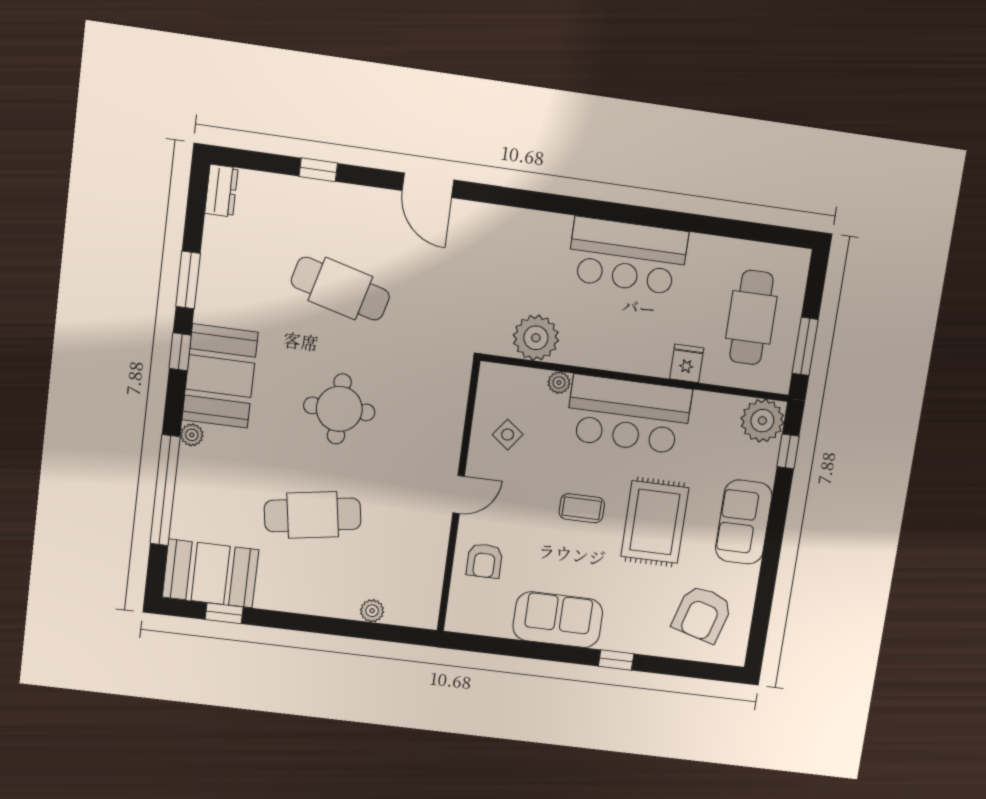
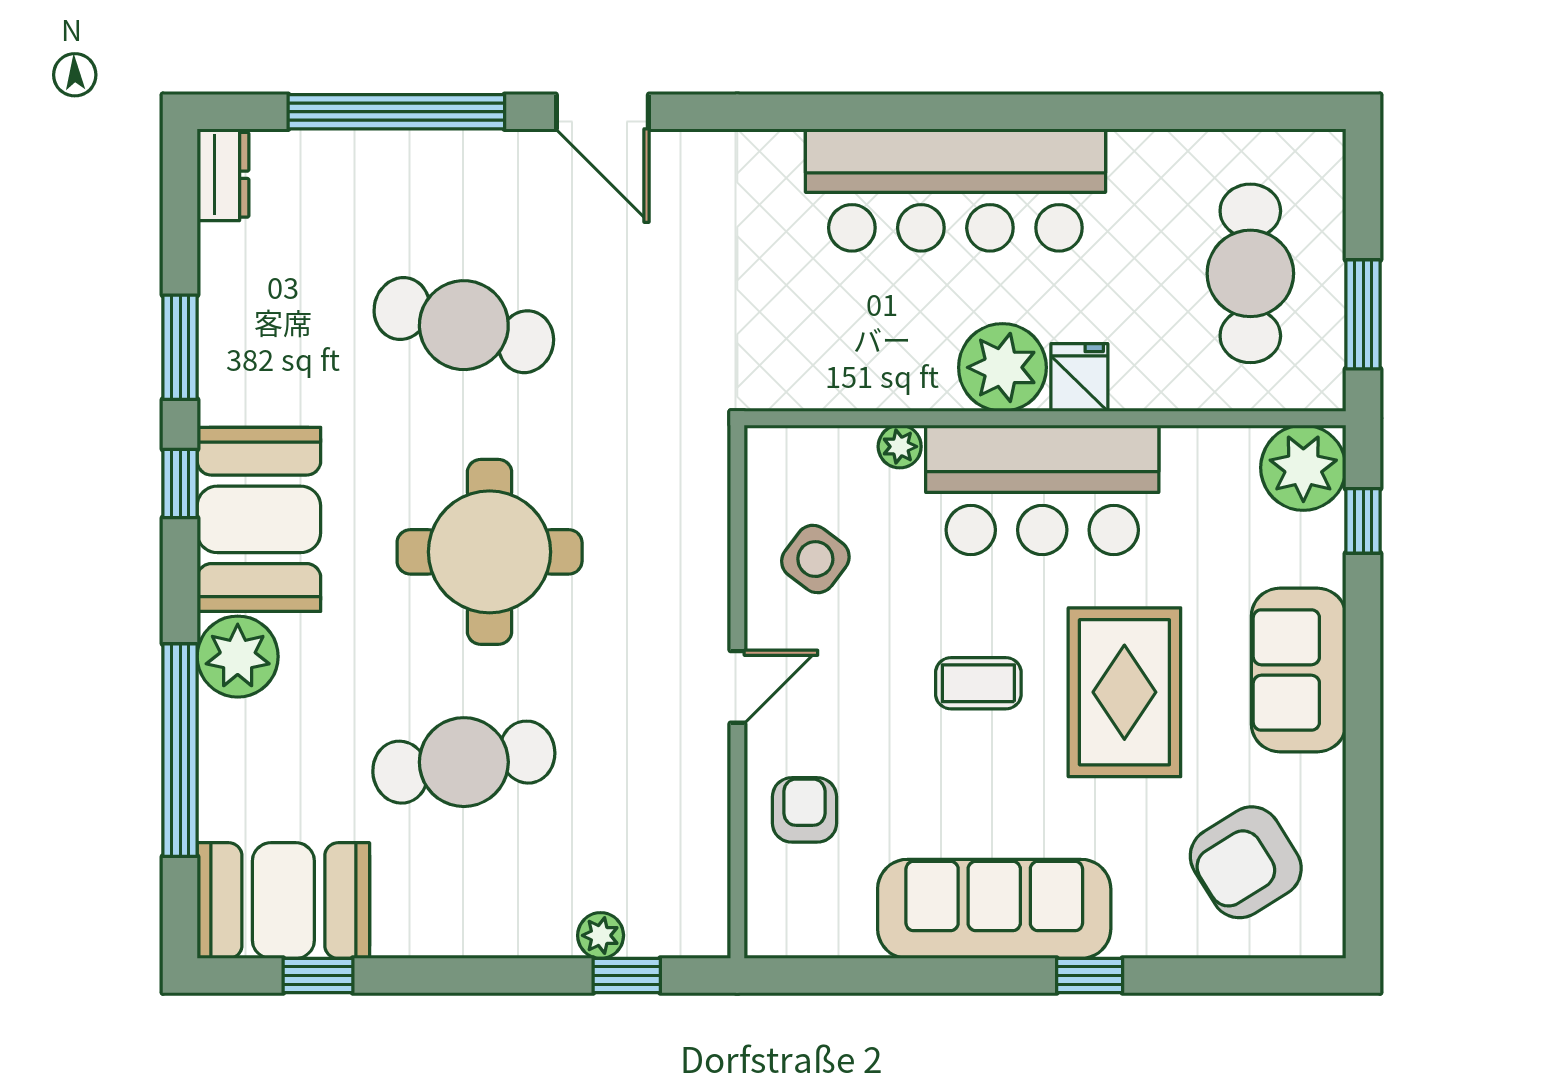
window: (318, 170) -> (396, 112), width x3.17
bar counter: (628, 256) -> (955, 190), width x1.36
plant: (536, 338) -> (1002, 367), moved
fridge: (687, 363) -> (1079, 377), moved
round table: (339, 409) -> (490, 552), width x1.36, depth x1.36
plant: (192, 435) -> (238, 657), width x1.87, depth x1.87
side table: (508, 435) -> (815, 559), width x1.37, depth x1.37
armchair: (484, 561) -> (804, 810), turned 180
armchair: (702, 614) -> (1246, 862), turned 42
sofa: (558, 620) -> (994, 909), width x1.36
window: (383, 632) -> (627, 976), added

